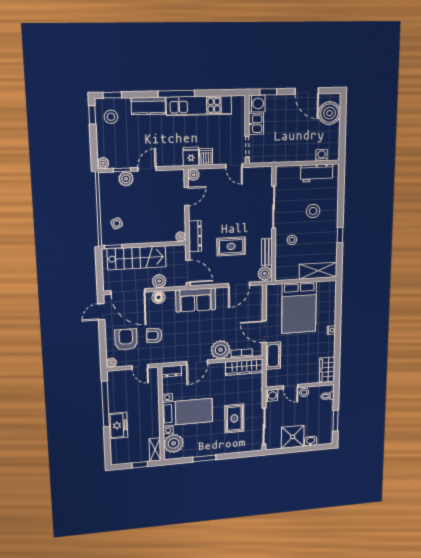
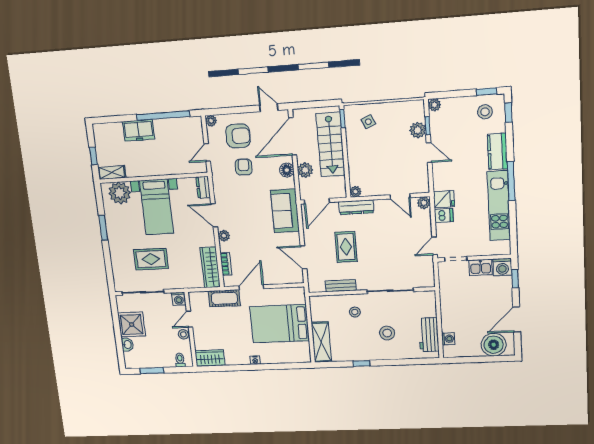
plant: (265, 274) -> (317, 285), removed
plant: (221, 350) -> (224, 236), width x0.53, depth x0.53

